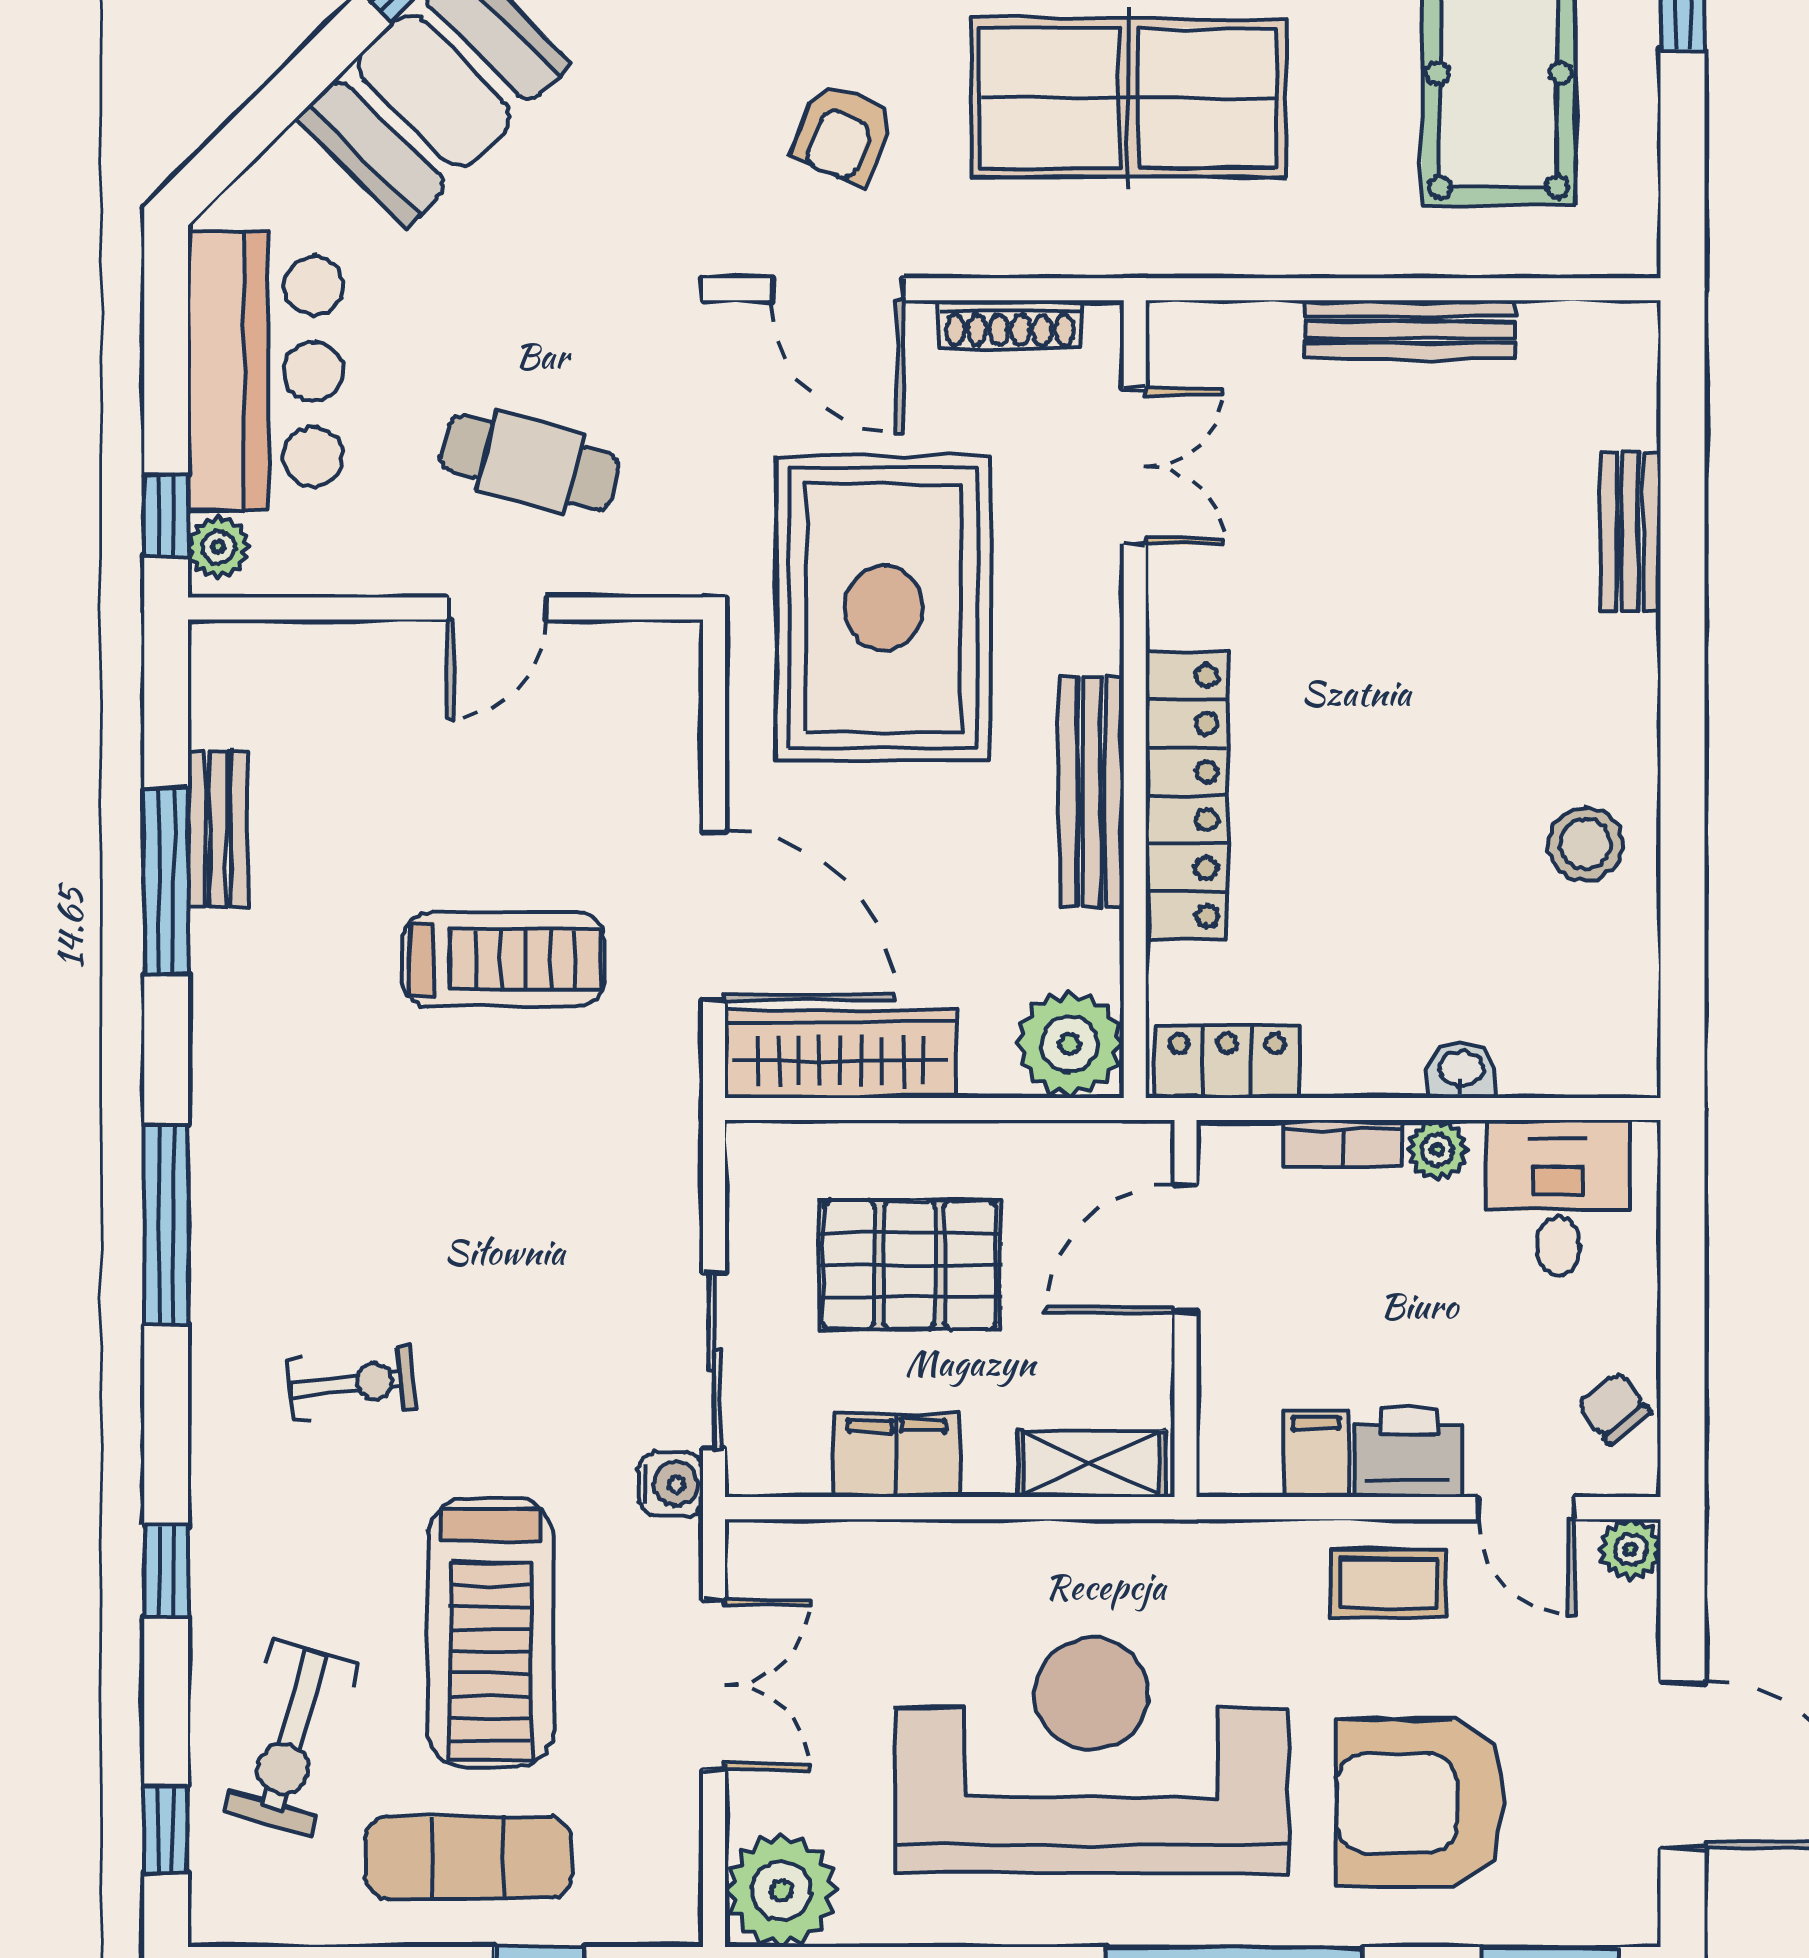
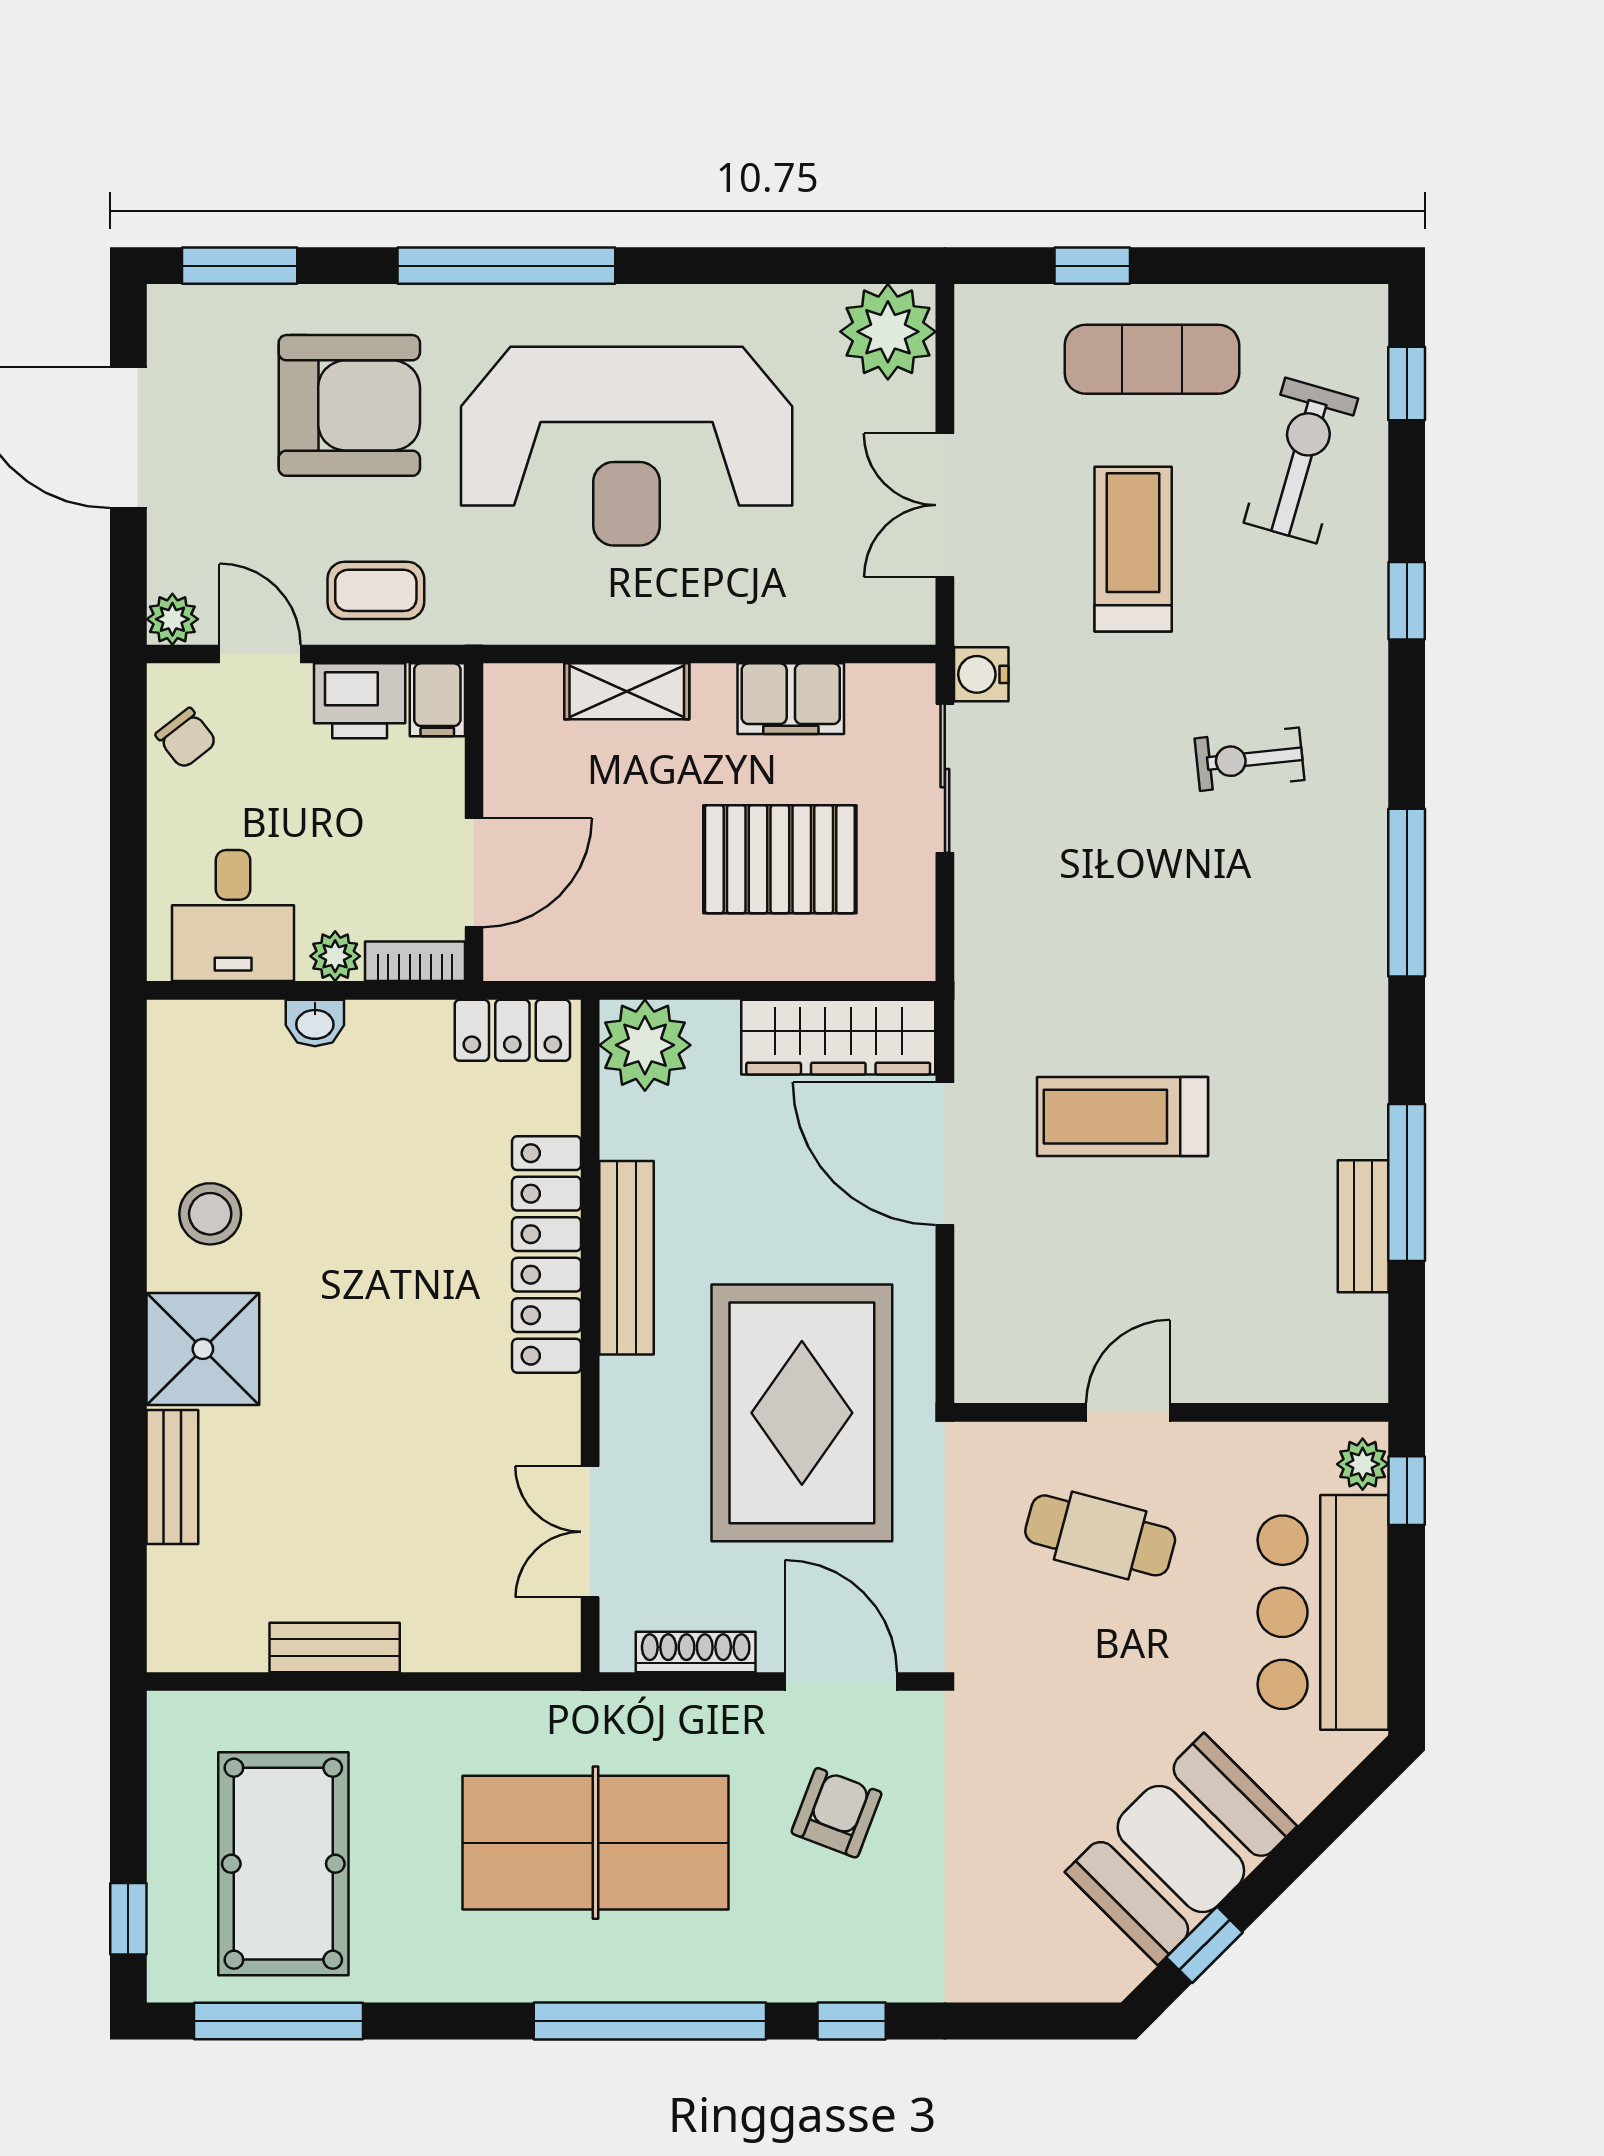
bench: (1410, 330) -> (335, 1648), width x0.73
shower: (1594, 684) -> (203, 1349), added
door: (1186, 1249) -> (474, 873), moved
wall: (1186, 1309) -> (474, 822), moved
treadmill: (491, 1633) -> (1133, 549), width x0.73, depth x0.73

